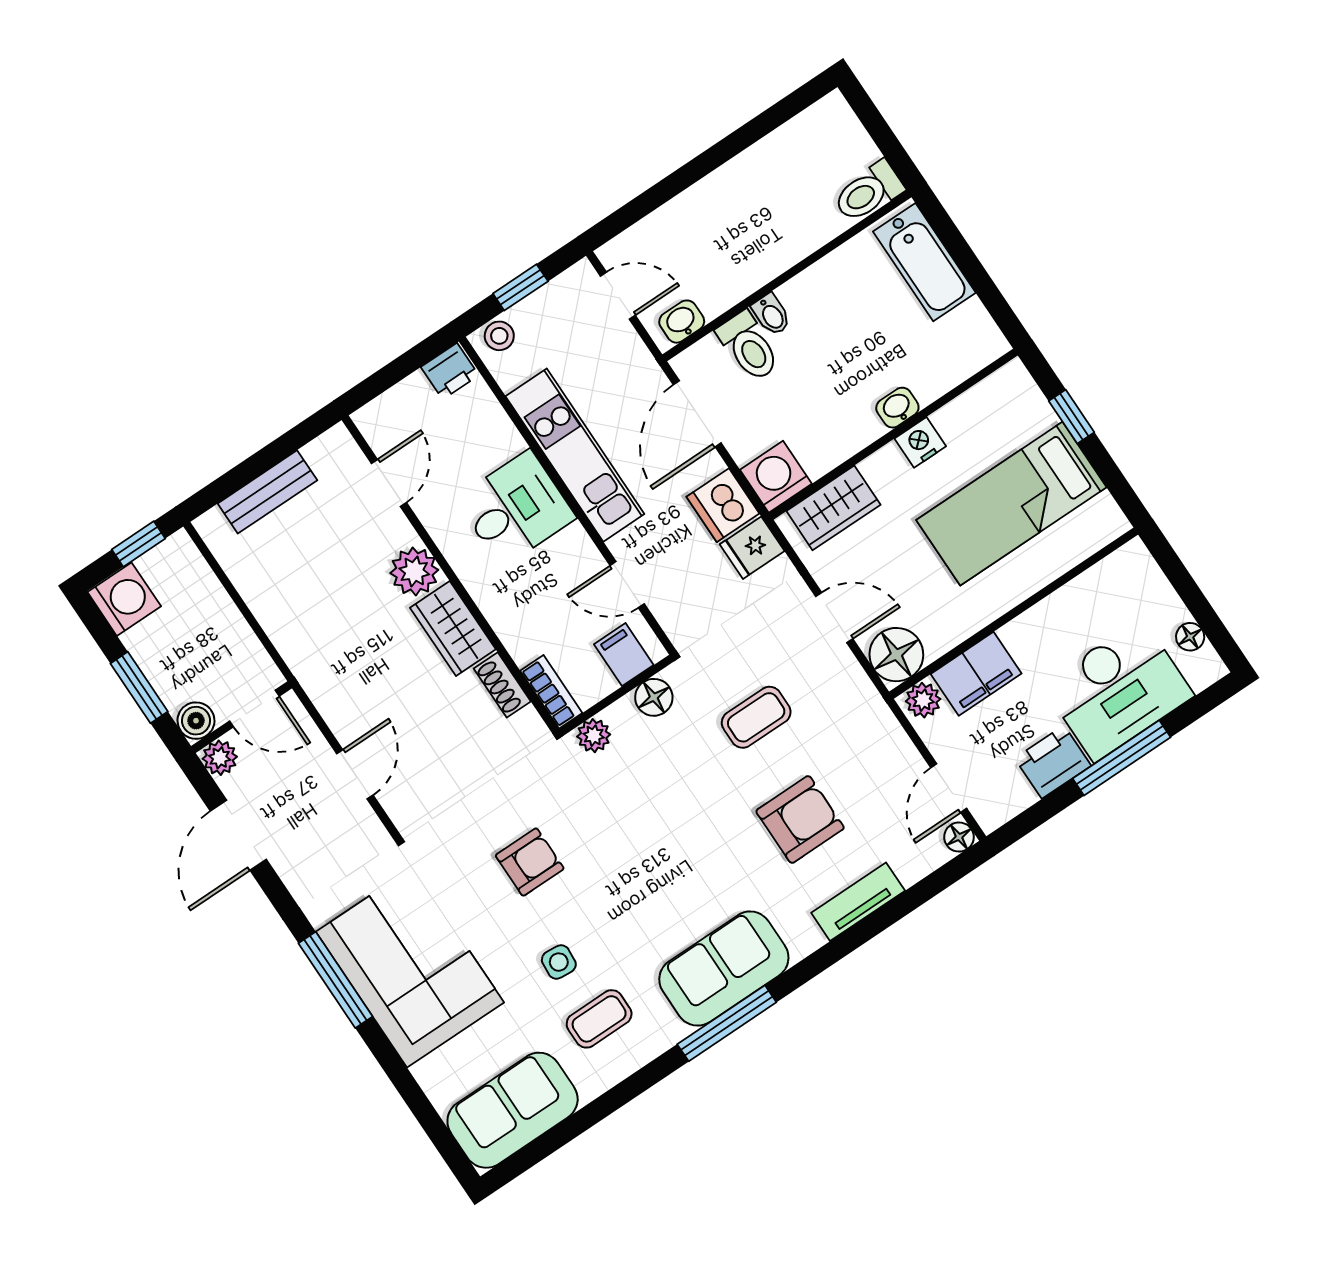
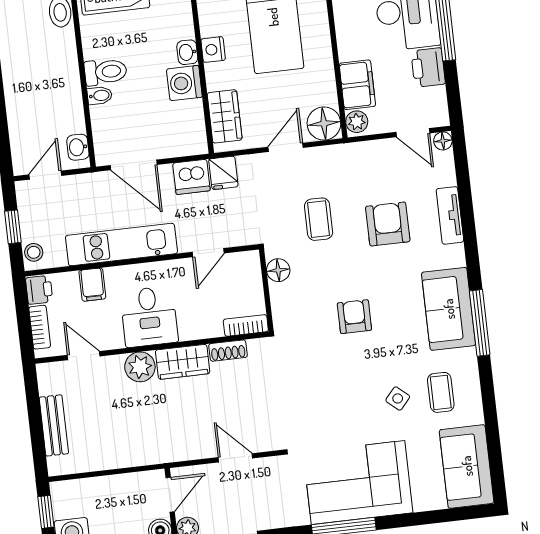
toilet: (749, 346) -> (106, 72), moved
bookcase: (397, 399) -> (40, 327), added
washing machine: (776, 477) -> (184, 83), moved
desk: (516, 508) -> (149, 317), moved, turned 180
filing cabinet: (624, 655) -> (92, 285), moved, turned -90
plant: (594, 736) -> (282, 314), removed
armchair: (530, 862) -> (354, 317), moved
side table: (559, 962) -> (398, 398), turned 37

